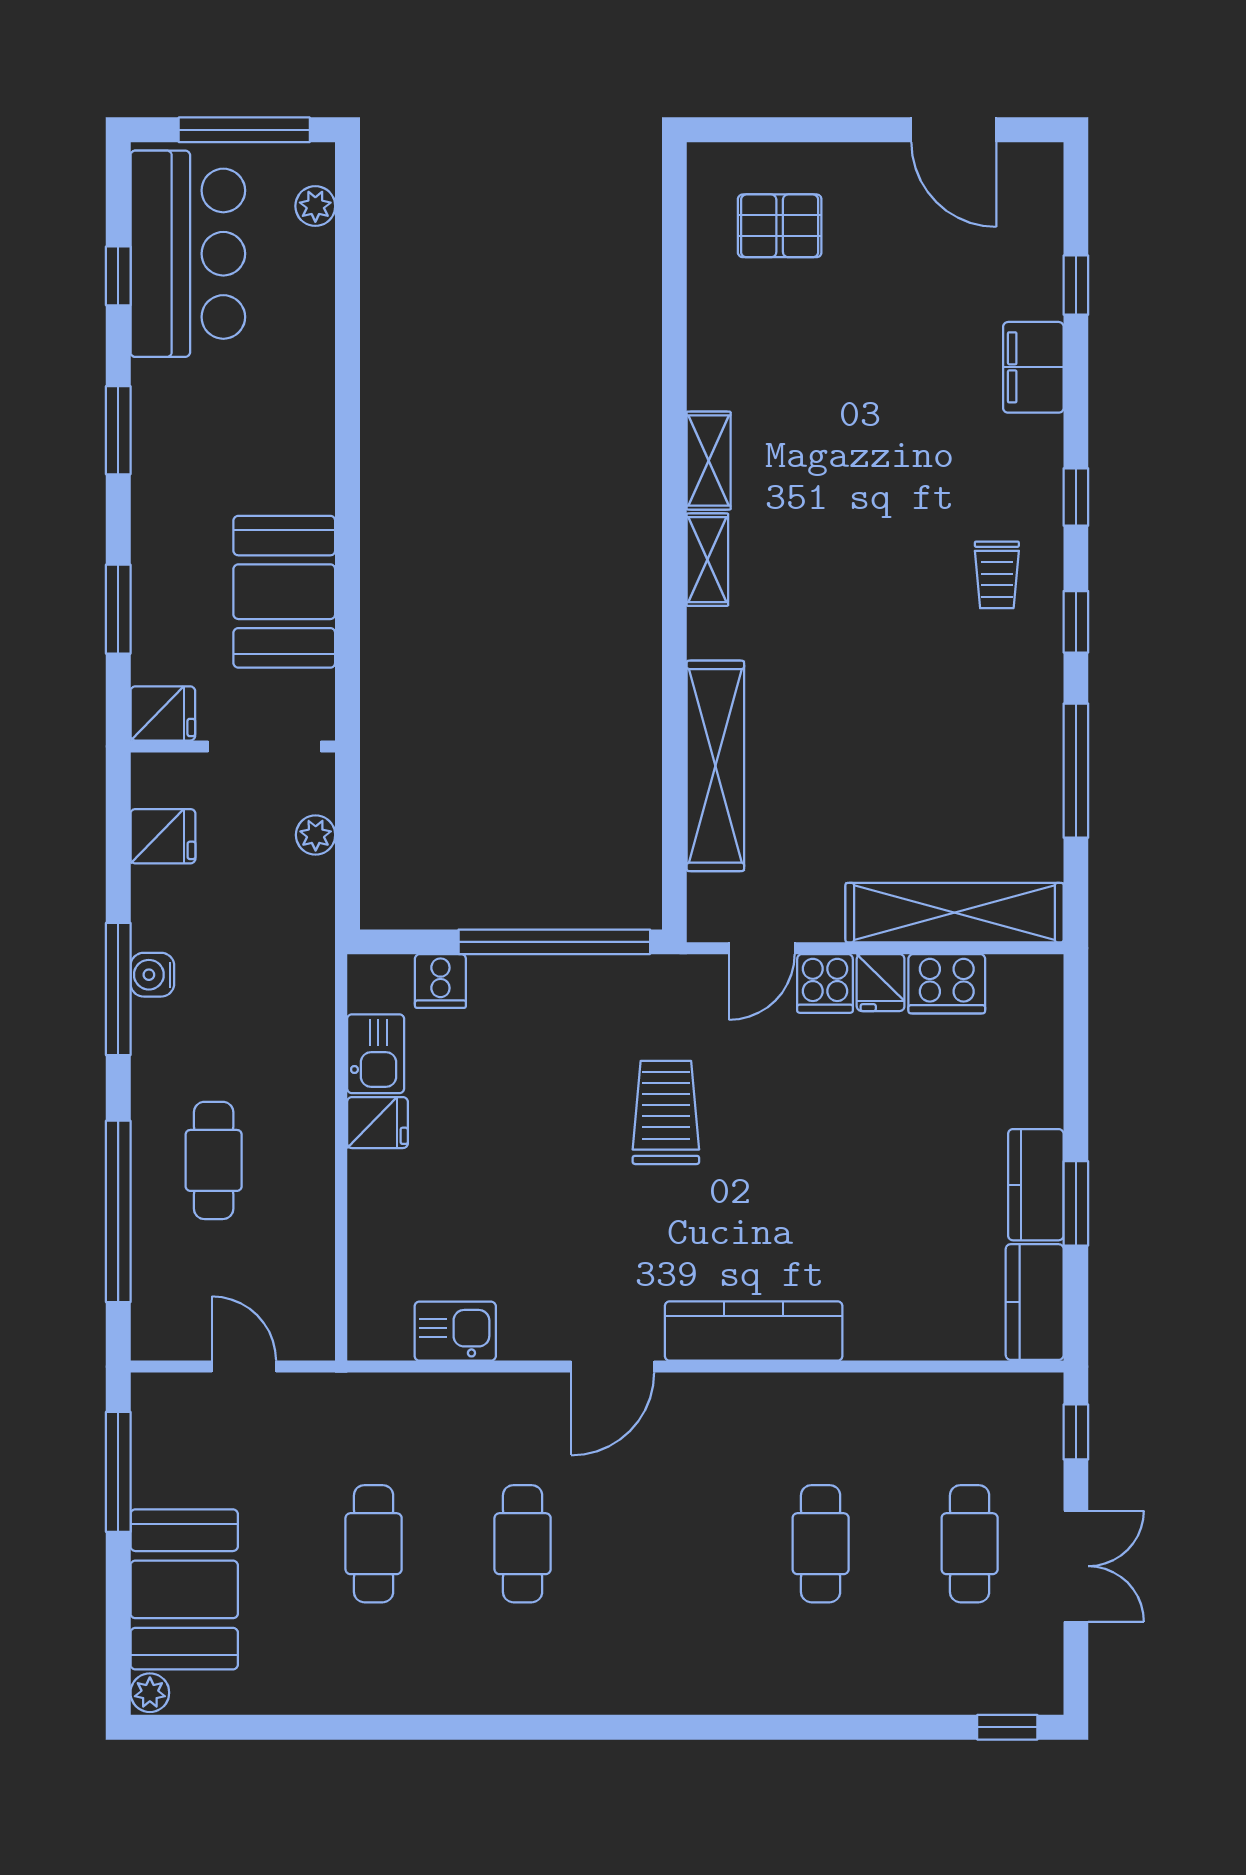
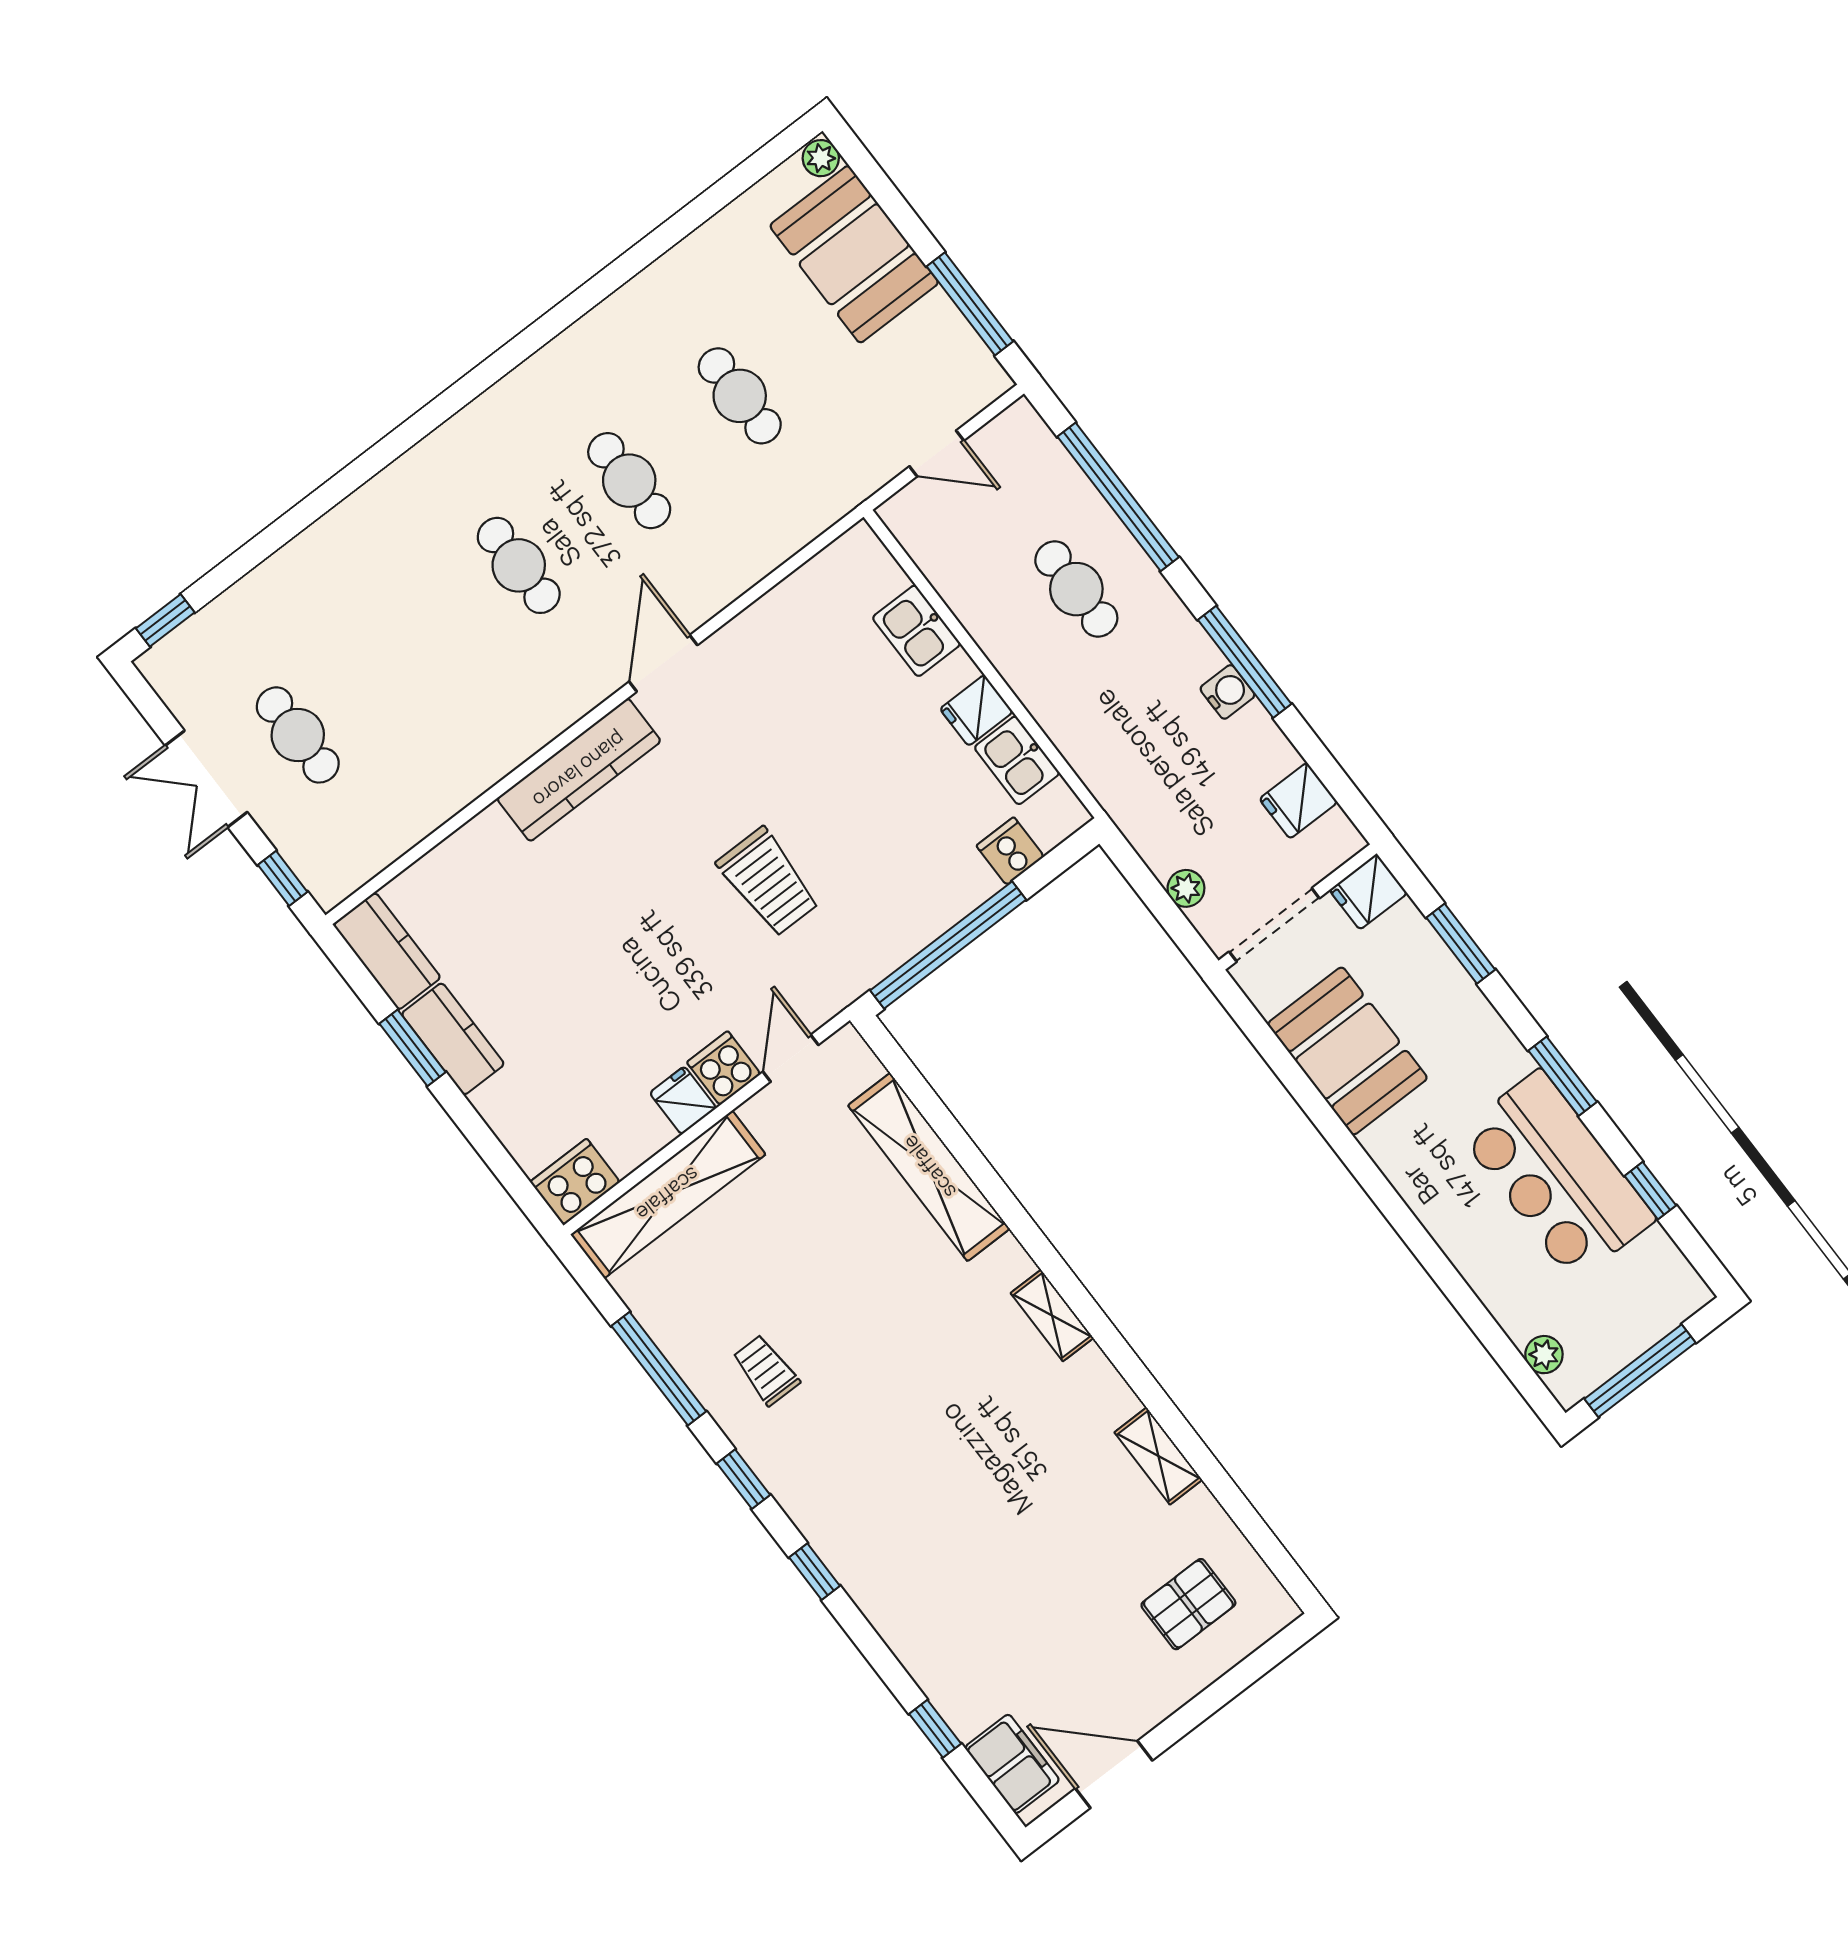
bar counter: (188, 254) -> (1557, 1175), moved
filing cabinet: (1033, 367) -> (1012, 1764), moved
shelving: (709, 461) -> (1158, 1456), moved
trolley: (997, 575) -> (766, 1370), moved
cooker: (947, 984) -> (575, 1182), moved
kitchen sink: (455, 1331) -> (916, 631), moved, turned 90
cafe table: (821, 1544) -> (519, 565), moved

